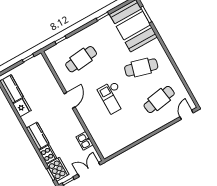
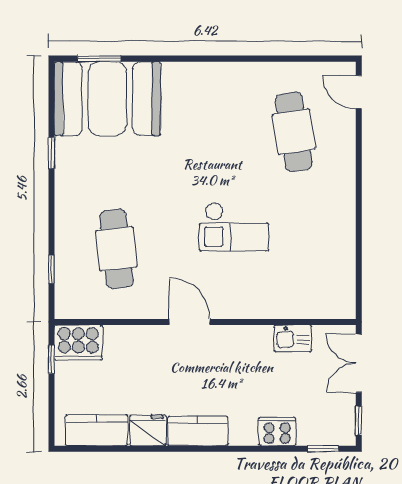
cafe table: (141, 67) -> (205, 132), removed
kitchen counter: (38, 136) -> (198, 431), moved
cooker: (58, 169) -> (78, 343), moved, turned 180

